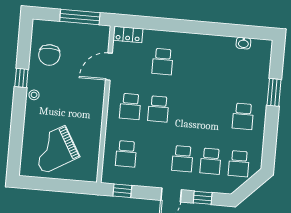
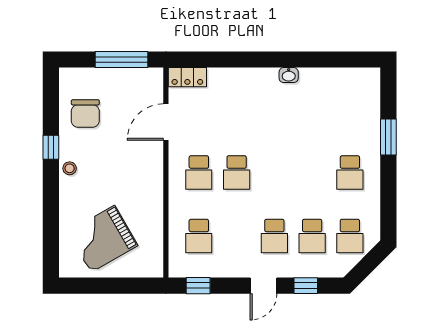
washbasin: (243, 43) -> (289, 75), moved
school desk: (163, 62) -> (237, 109), removed

